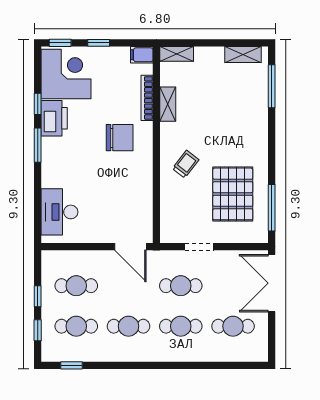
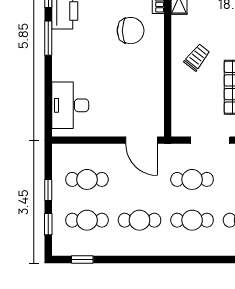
doorway: (199, 247) -> (210, 140), width x1.38

